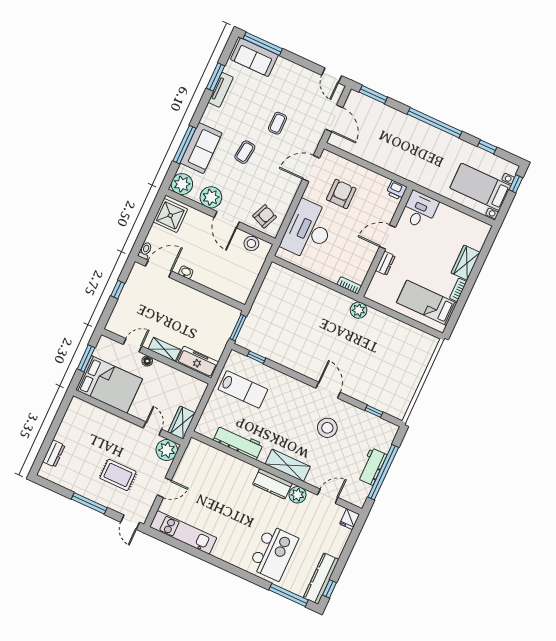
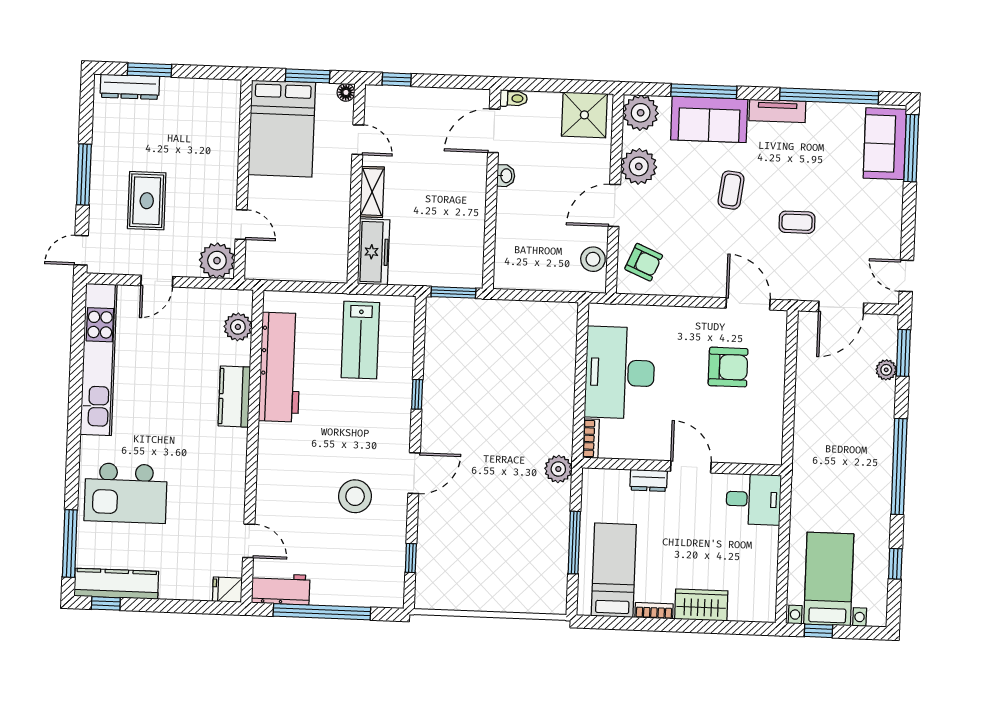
door: (332, 75) -> (906, 276), hinge flipped
window: (216, 77) -> (829, 96), width x2.11
tv unit: (221, 90) -> (777, 111), moved
plant: (379, 108) -> (886, 370), added
coffee table: (245, 152) -> (731, 190), turned 90
window: (516, 184) -> (818, 631), moved
printer: (397, 190) -> (770, 451), removed
desk: (308, 230) -> (620, 373), moved, turned -90
door: (158, 269) -> (494, 131), swing flipped
window: (118, 290) -> (397, 79), moved
window: (403, 318) -> (574, 543), added
window: (256, 357) -> (417, 394), moved
floor lamp: (147, 361) -> (346, 92), moved
wardrobe: (182, 423) -> (269, 266), removed
door: (152, 429) -> (241, 225), hinge flipped
workbench: (238, 442) -> (280, 367), width x1.36, depth x1.32
window: (47, 444) -> (150, 70), added
dresser: (54, 454) -> (130, 87), width x1.44
shelving: (288, 465) -> (271, 459), removed
workbench: (372, 466) -> (281, 589), moved
kitchen counter: (272, 484) -> (234, 397), moved
door: (164, 488) -> (157, 281), hinge flipped
plant: (297, 495) -> (238, 327), moved
kitchen unit: (183, 532) -> (99, 359), width x1.36

